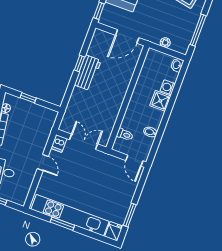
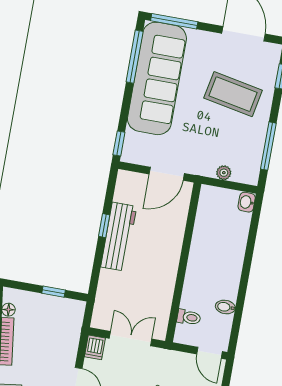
workbench: (88, 73) -> (119, 237), width x1.38
washing machine: (168, 87) -> (239, 237), removed
window: (28, 98) -> (54, 292), moved
shower: (160, 101) -> (232, 259), removed

